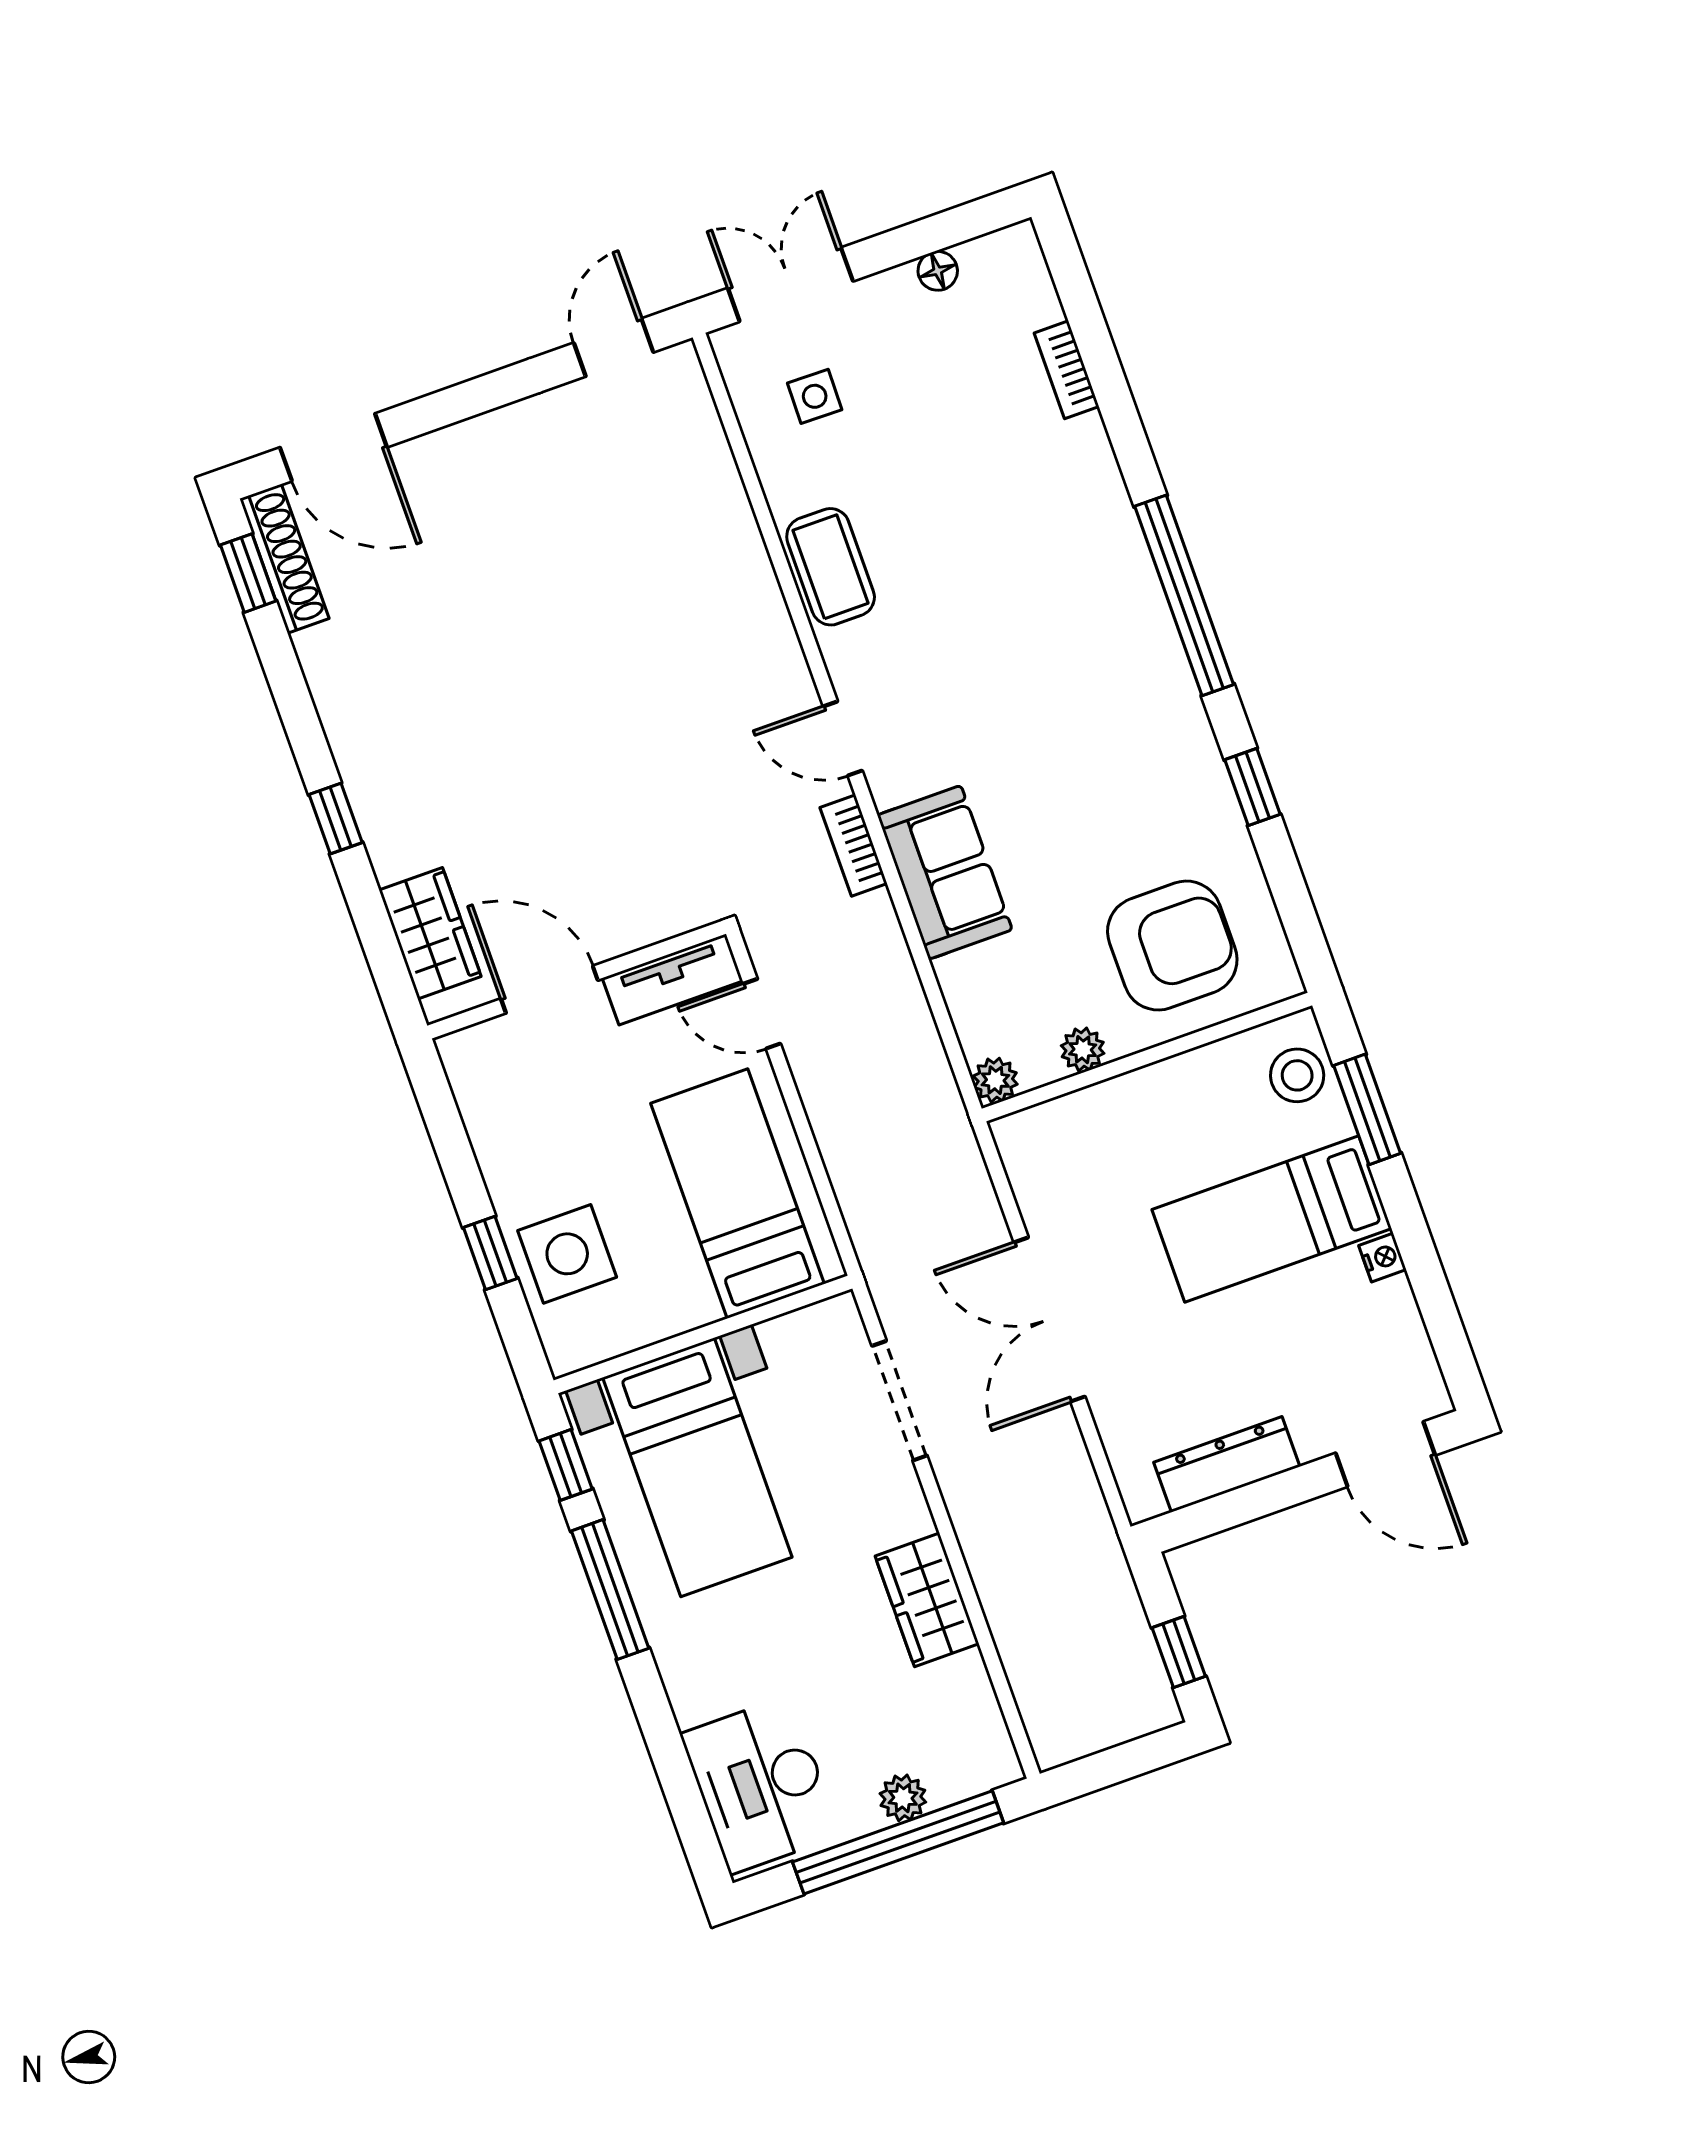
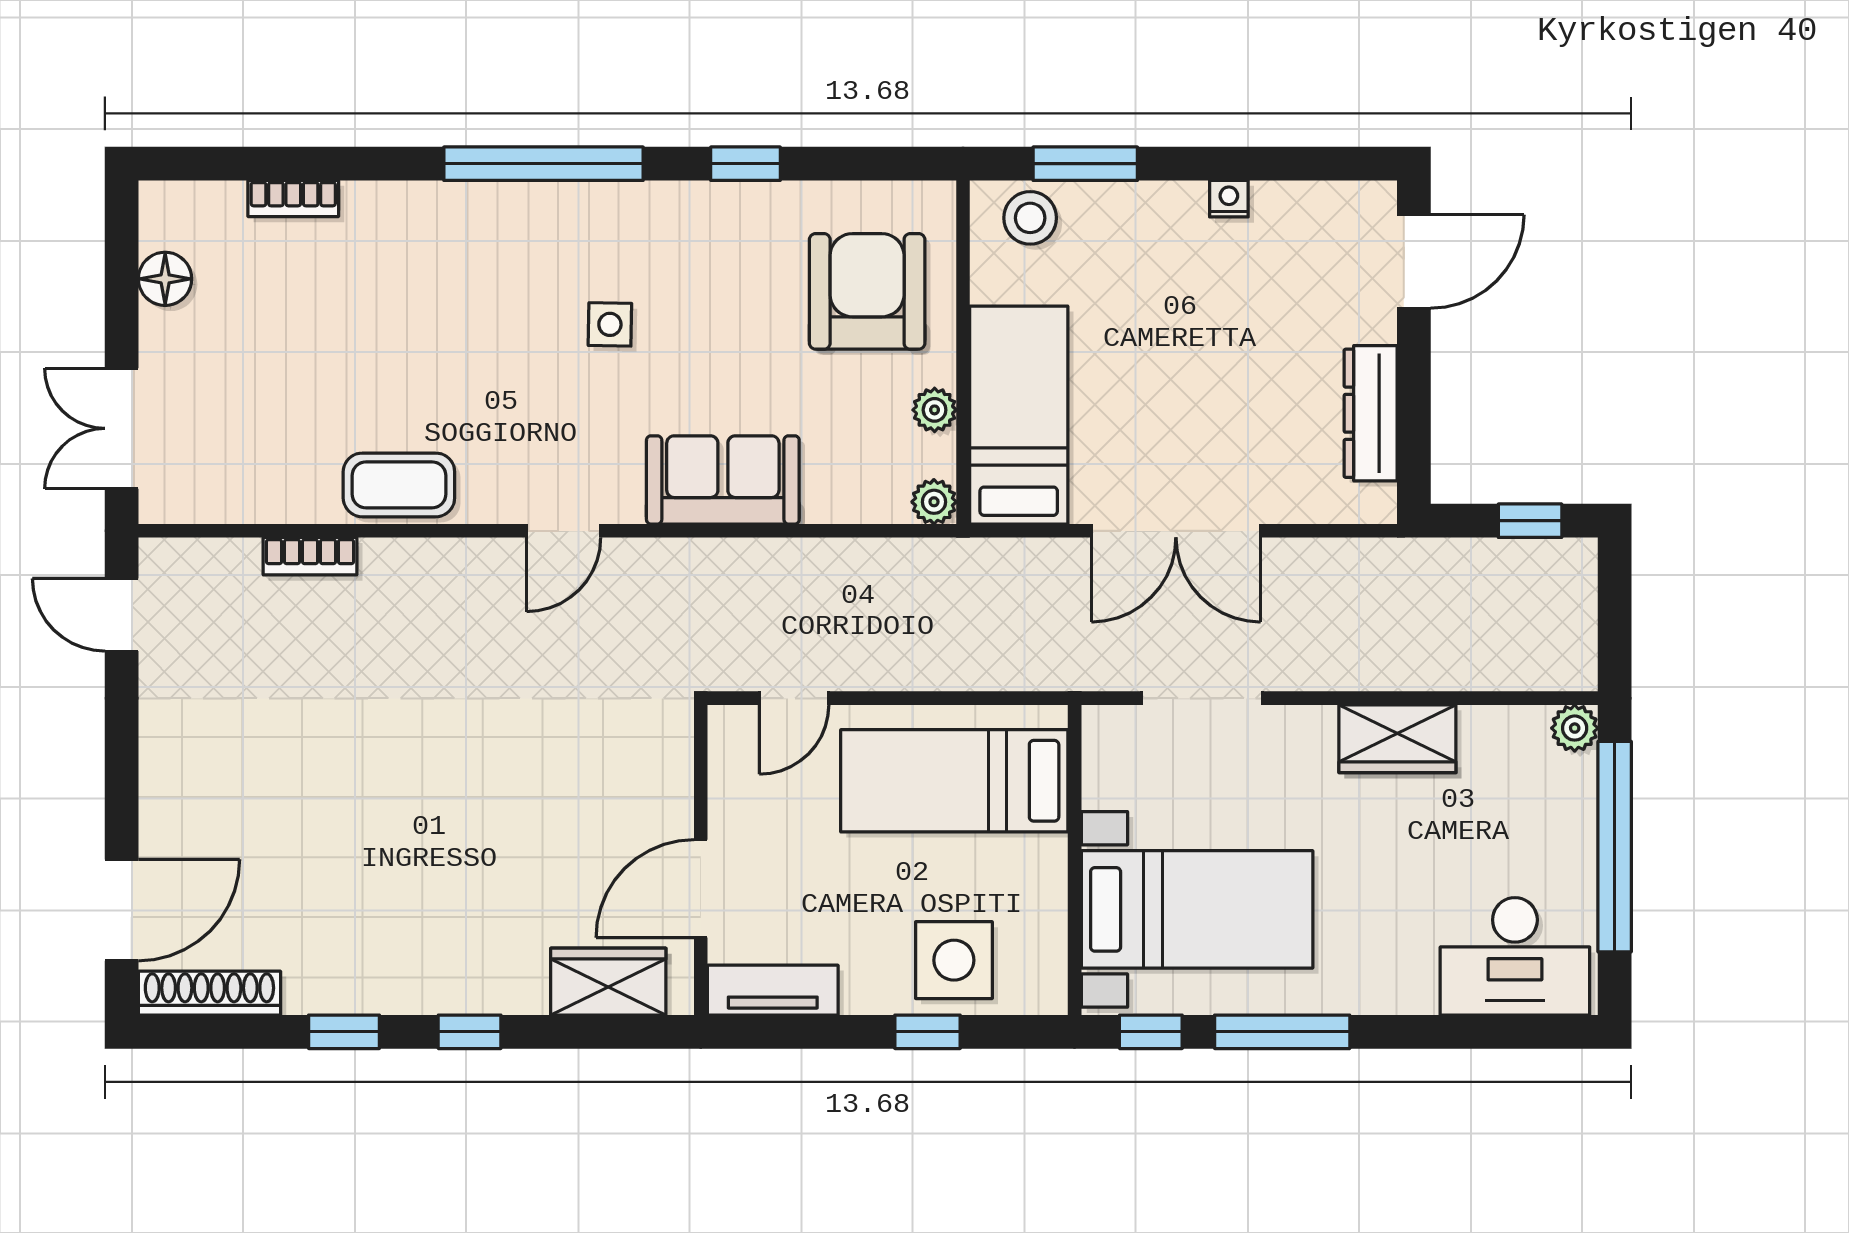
floor lamp: (938, 271) -> (165, 279), width x1.37, depth x1.37
side table: (815, 396) -> (610, 324), moved
window: (248, 573) -> (344, 1032), moved
bookcase: (854, 845) -> (310, 556), moved
tv unit: (673, 979) -> (773, 990), moved, turned -90
bed: (1272, 1219) -> (1019, 415), moved, turned 180
plant: (903, 1798) -> (1575, 728), moved

